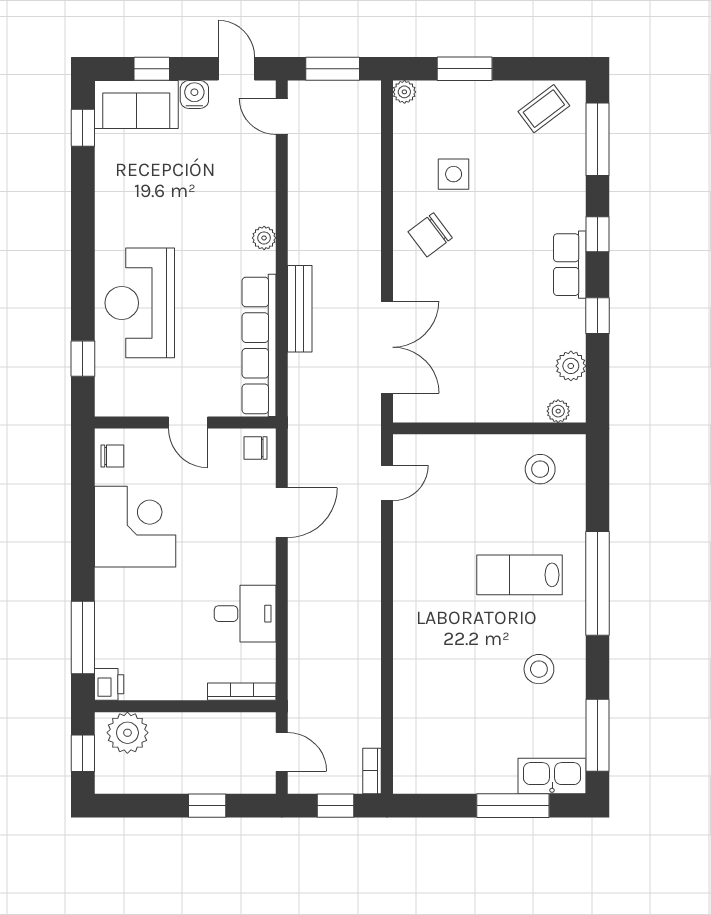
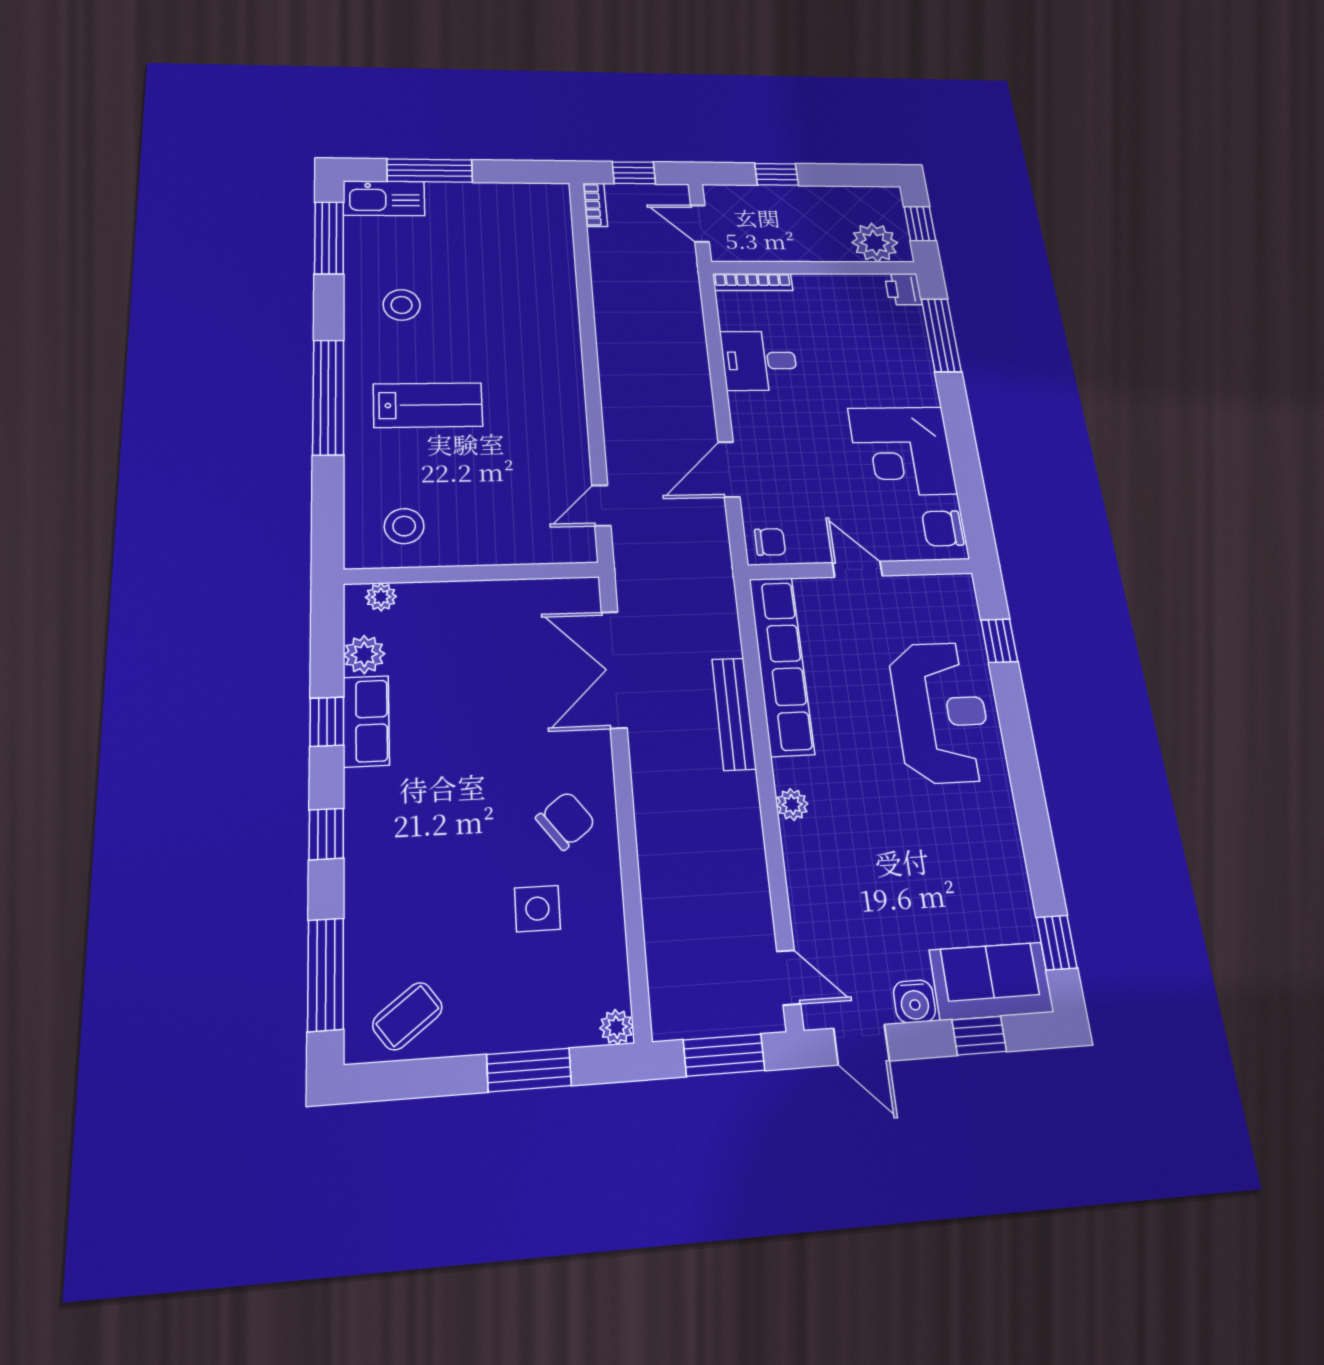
row of seats: (570, 265) -> (366, 721), moved
chair: (112, 456) -> (943, 528), width x1.37, depth x1.37

